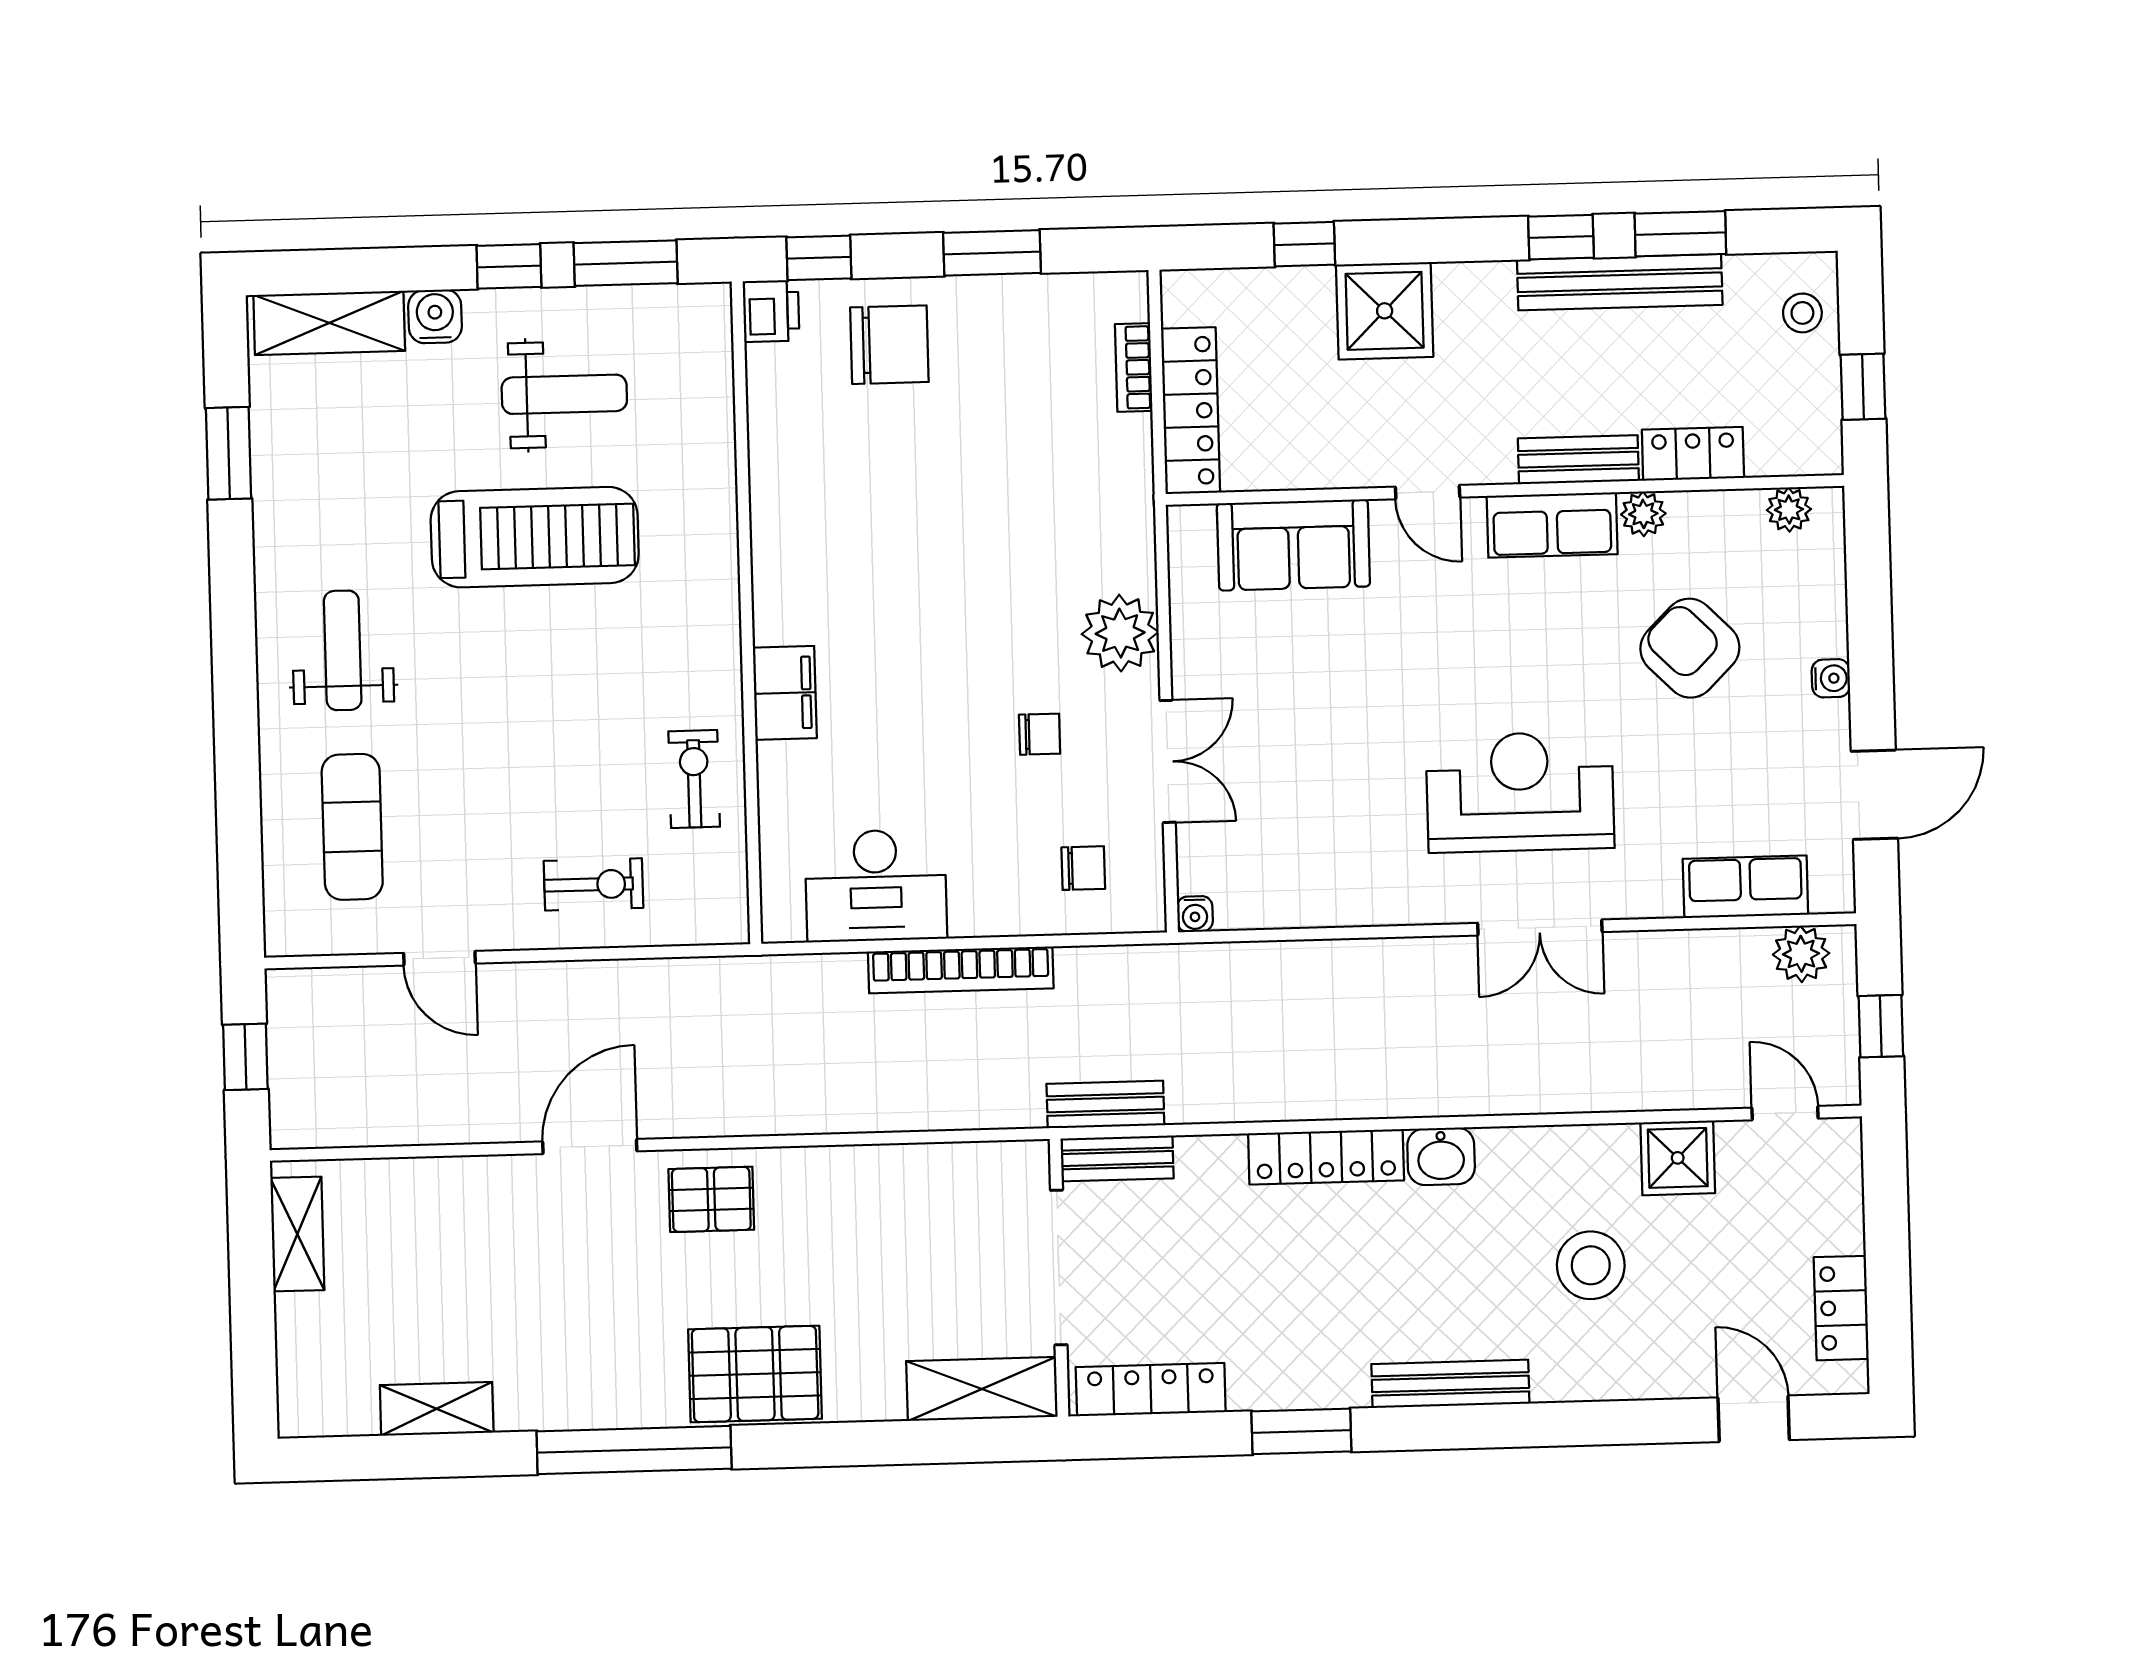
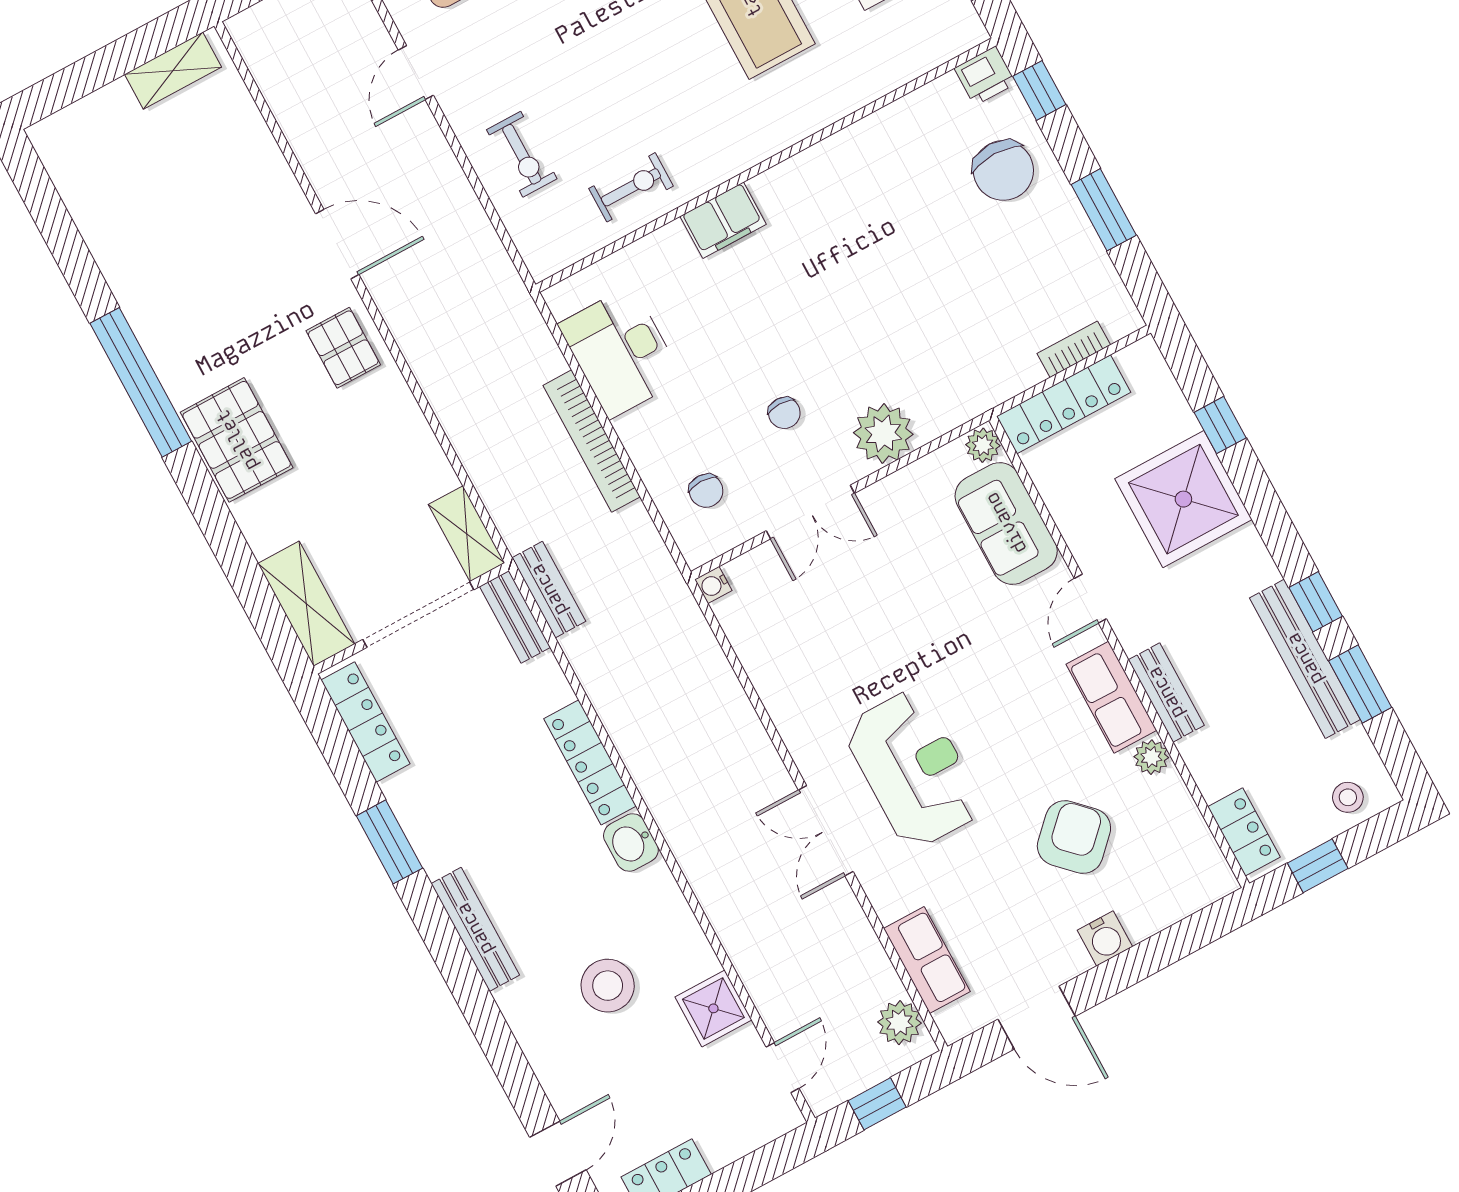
shower: (1385, 311) -> (1183, 499), width x1.37, depth x1.37
locker: (1693, 454) -> (1244, 832), moved
plant: (1789, 510) -> (983, 445), moved
water cooler: (1831, 678) -> (1105, 938), width x1.38, depth x1.38
shelving: (437, 1409) -> (467, 534), moved

